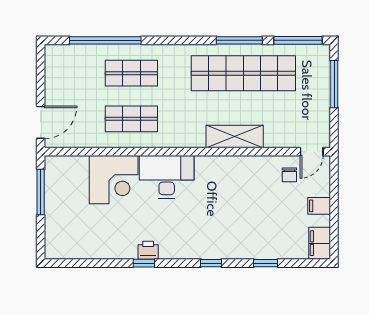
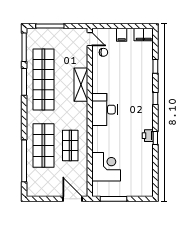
shop shelf: (131, 73) -> (43, 145), width x1.43, depth x1.36
desk: (167, 177) -> (105, 110), moved
corner desk: (114, 180) -> (106, 167), moved

